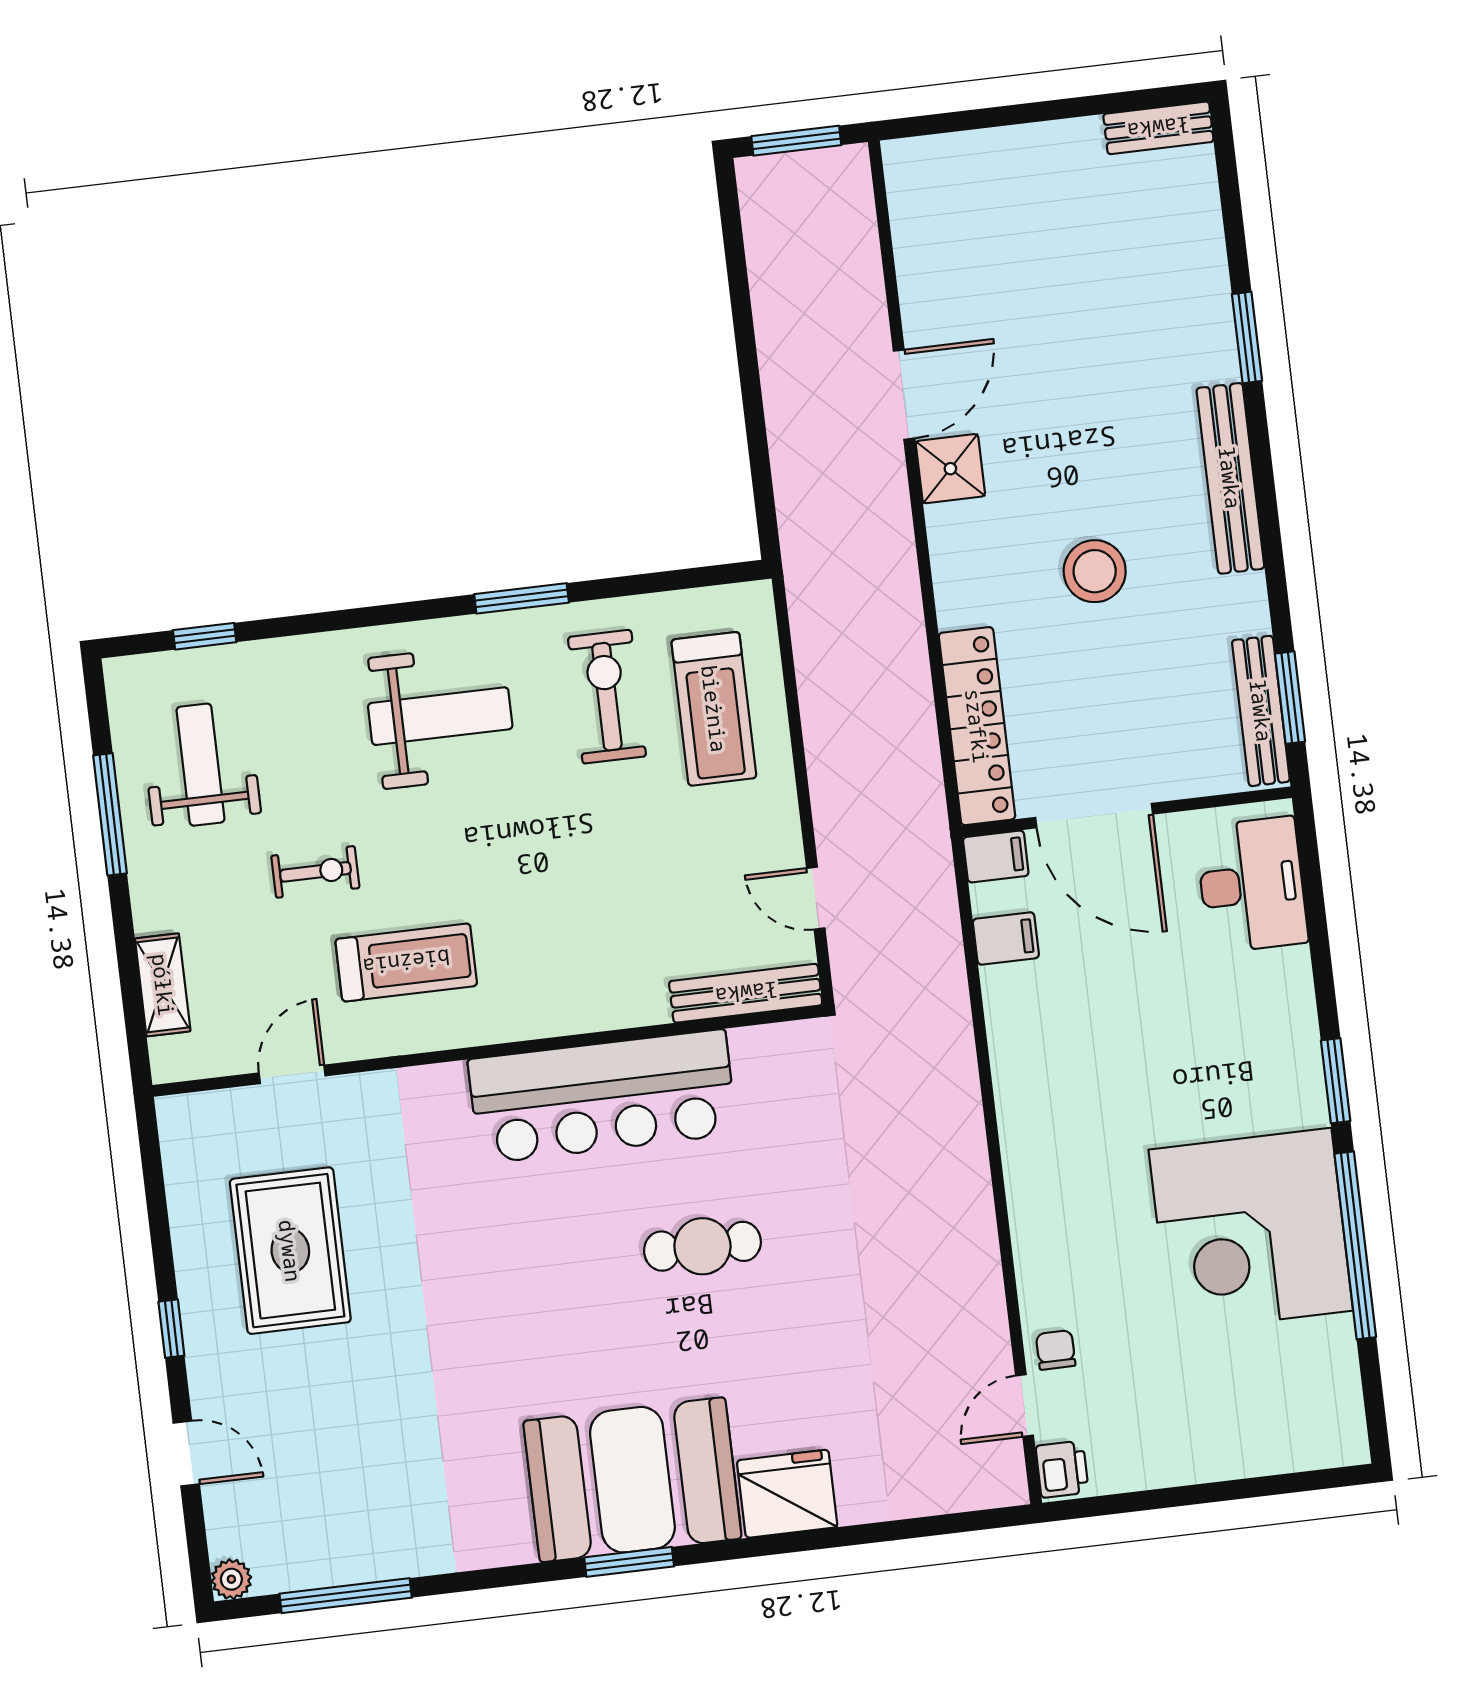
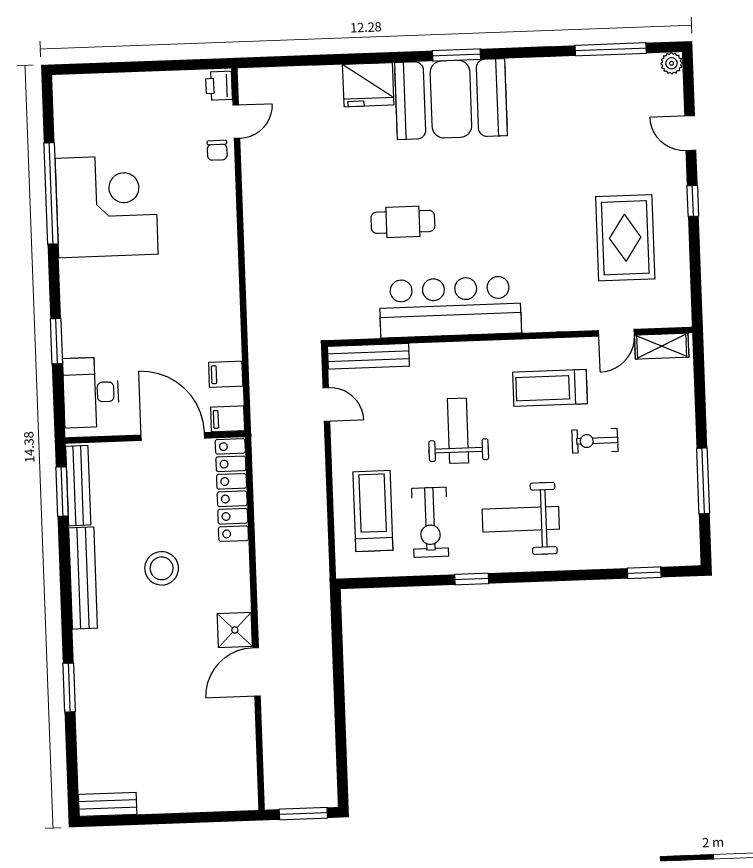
bench: (1230, 478) -> (83, 578), moved
window: (522, 598) -> (472, 579), width x0.67
weight bench: (200, 765) -> (458, 431), moved, turned 180
shelving: (163, 985) -> (662, 346), moved, turned 90
window: (1336, 1081) -> (56, 341), moved

